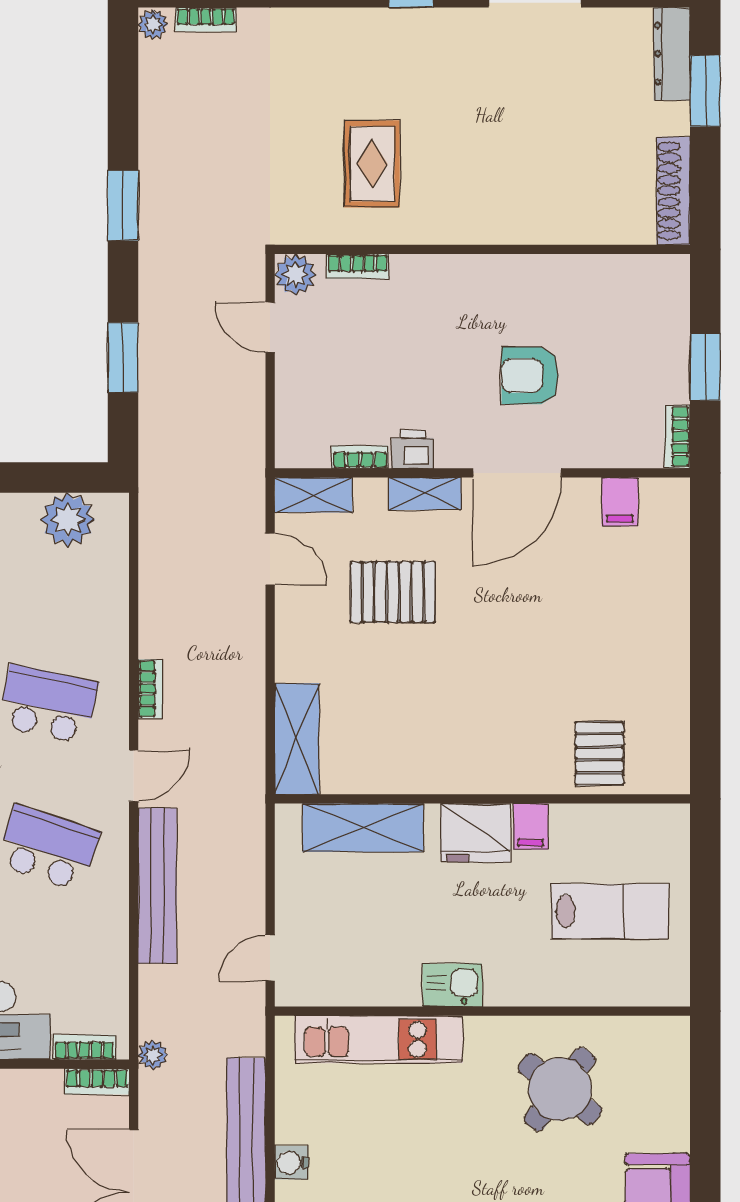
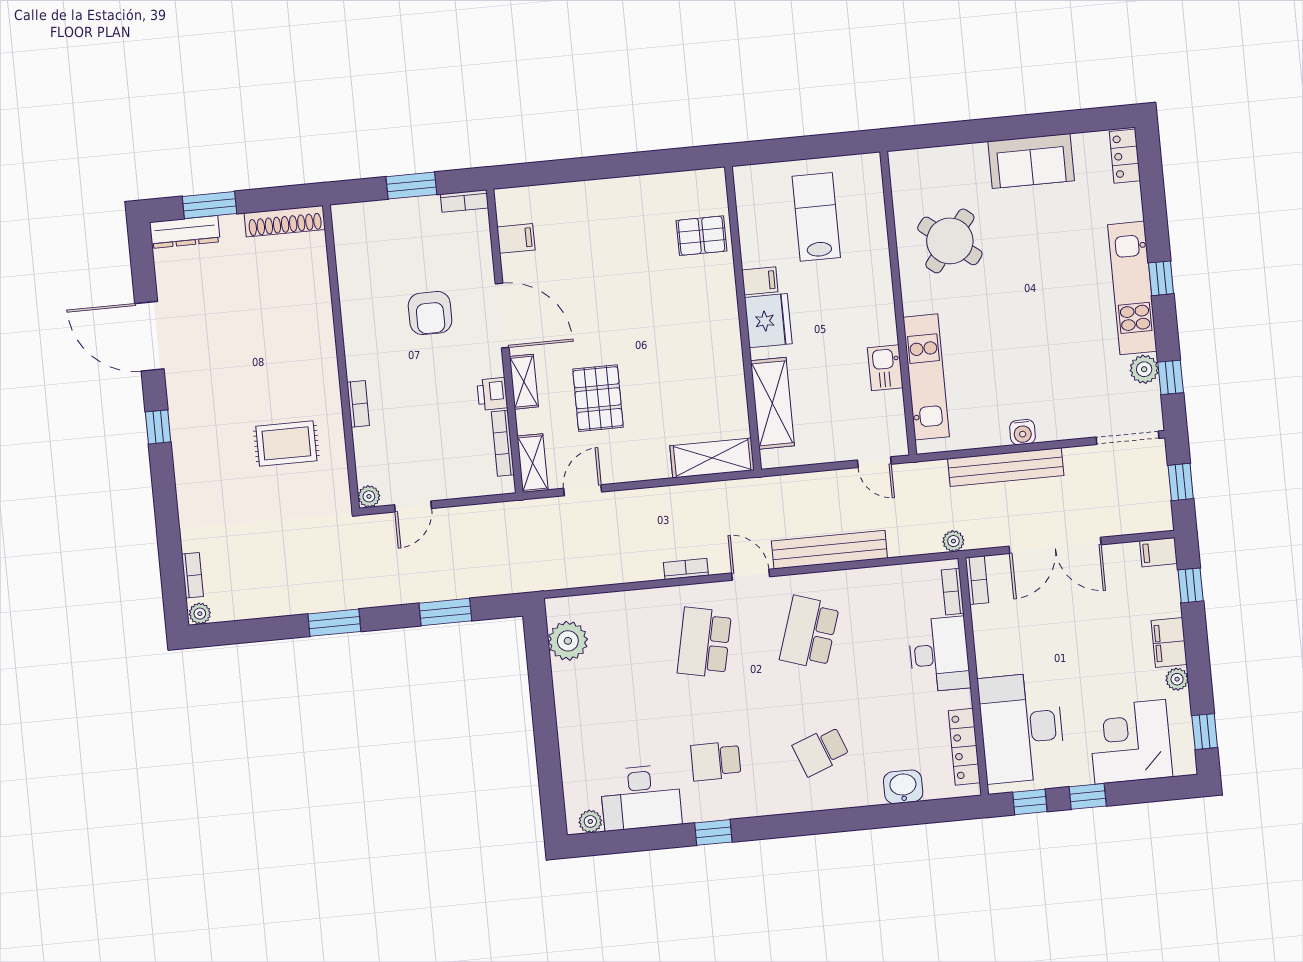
bookcase: (358, 266) -> (358, 404), moved
plant: (295, 275) -> (369, 496), width x0.73, depth x0.73
bookcase: (360, 457) -> (503, 443), width x1.56
kitchen sink: (452, 985) -> (885, 368), moved

